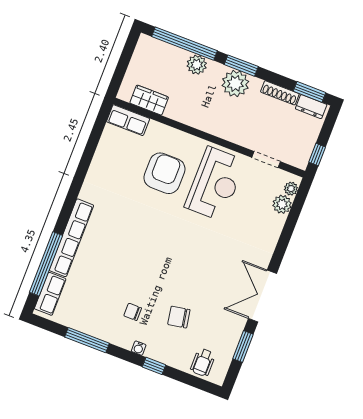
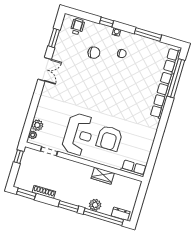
plant: (235, 83) -> (71, 195), removed
wardrobe: (149, 100) -> (103, 176), moved
dresser: (311, 107) -> (121, 214), moved
reception desk: (215, 184) -> (78, 134), turned 180
double door: (263, 296) -> (45, 69), width x0.73

